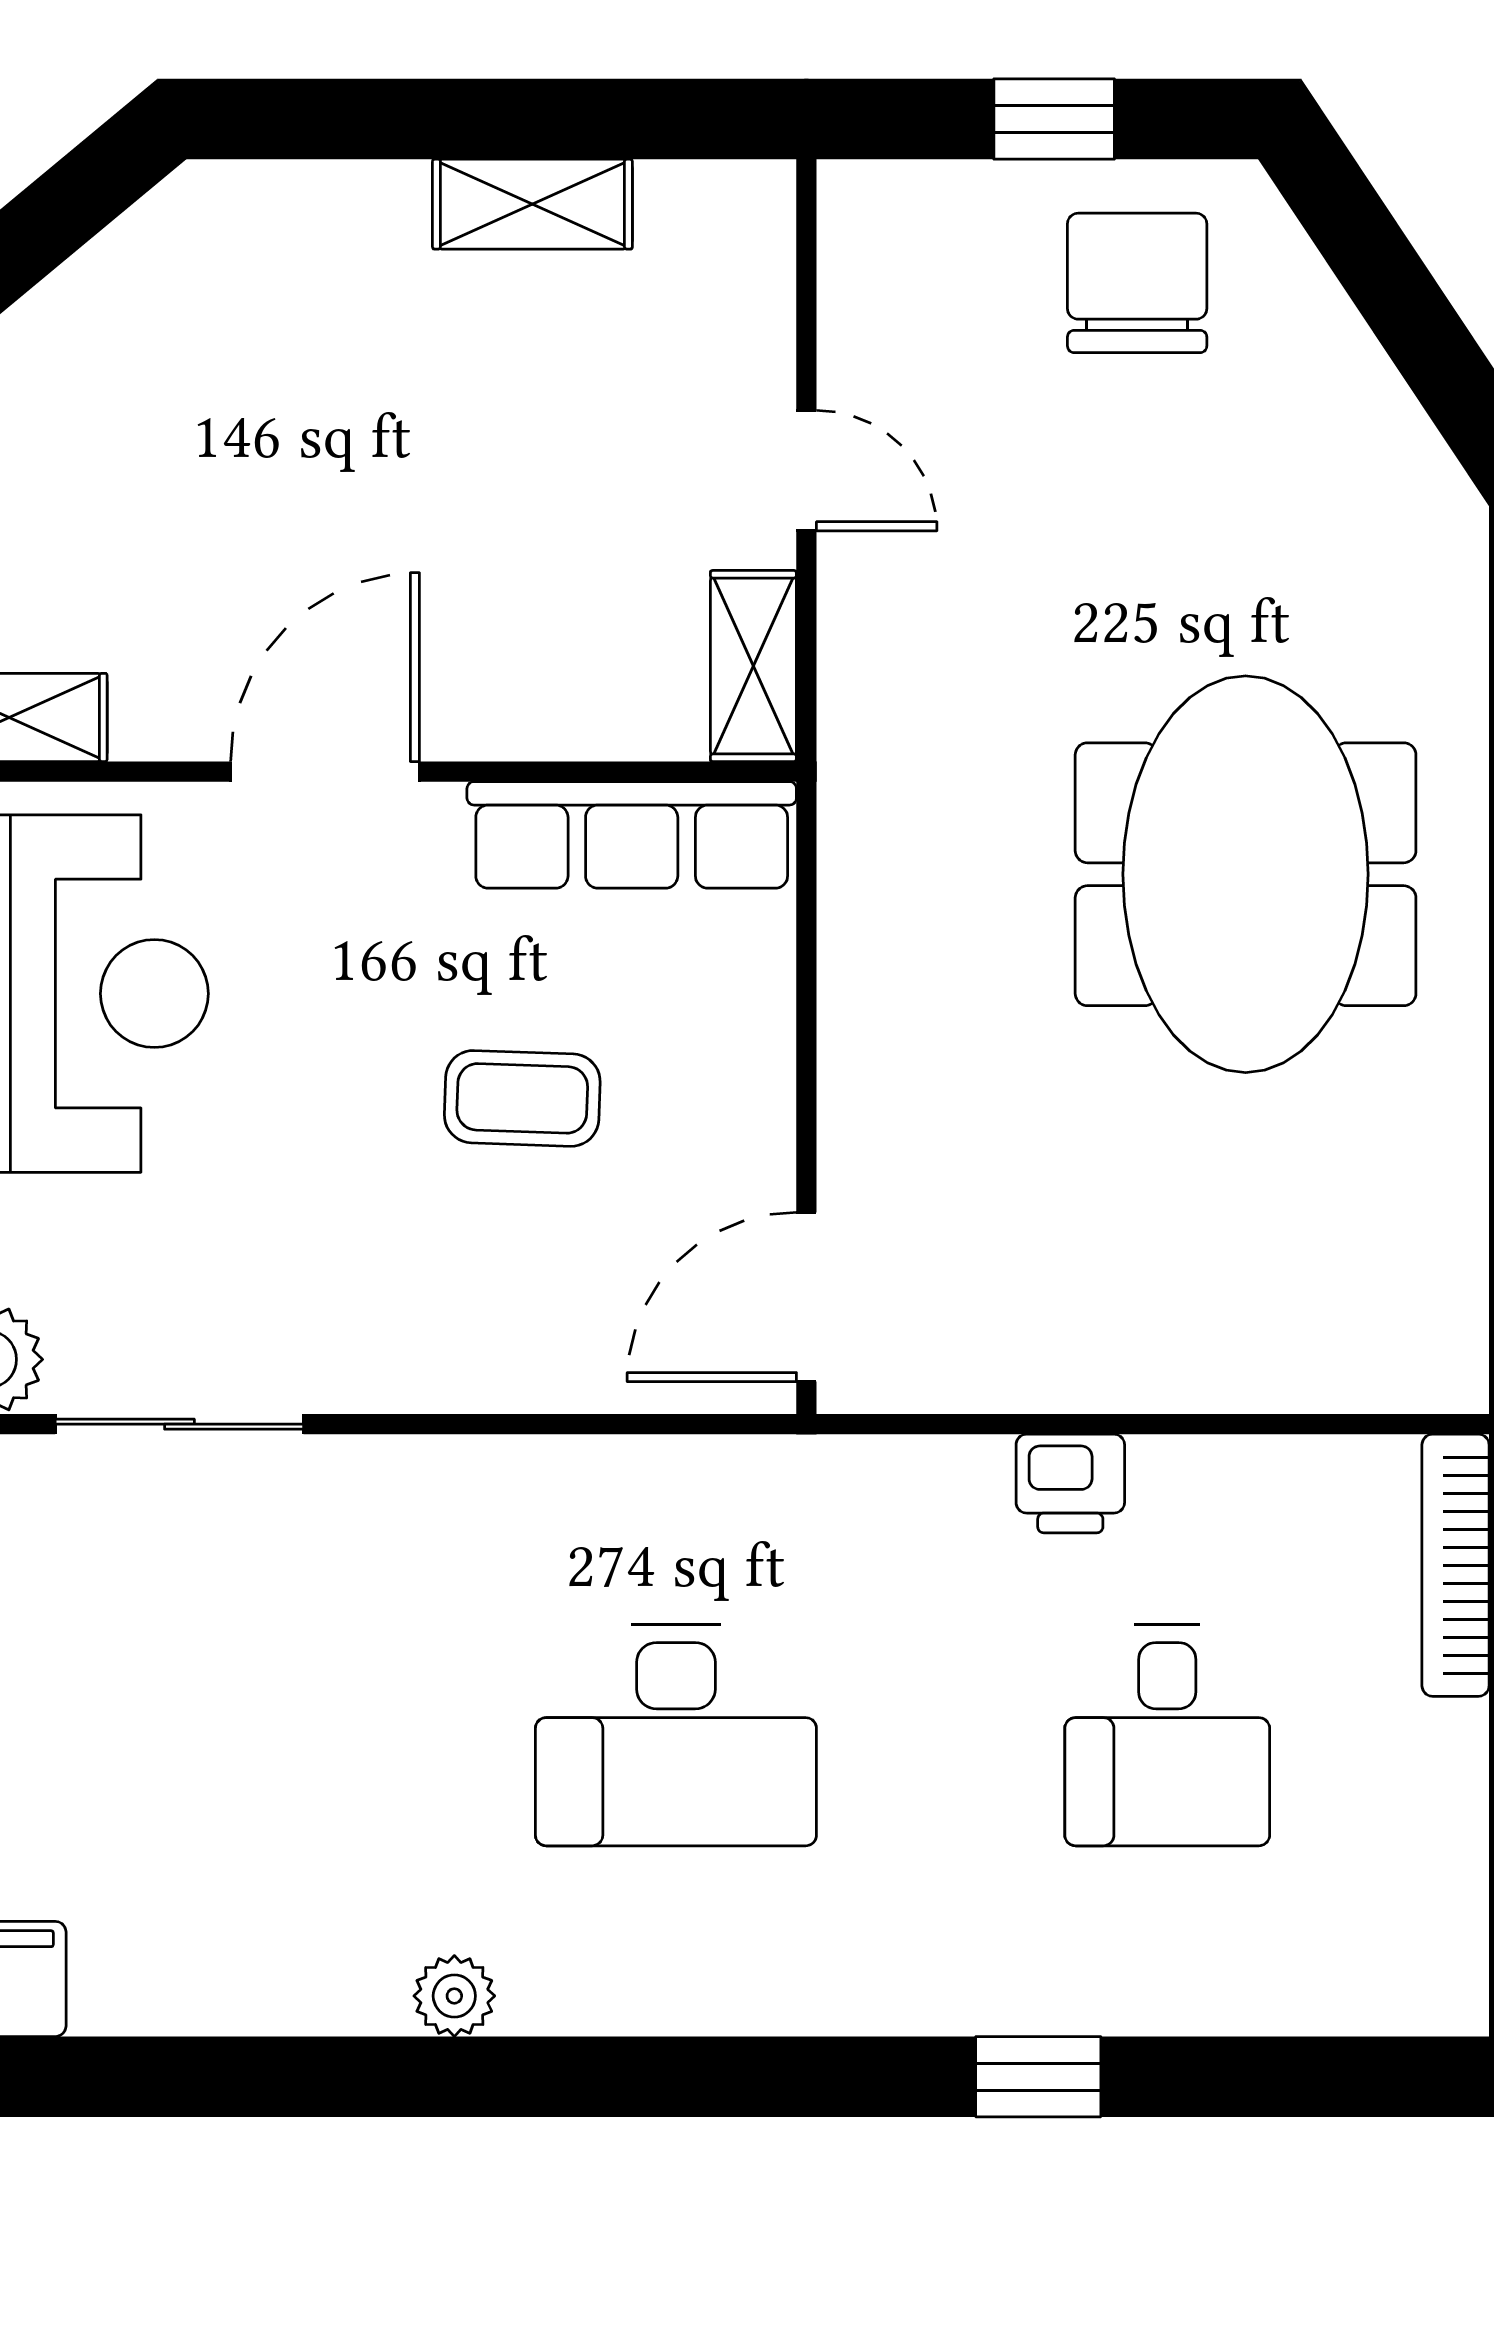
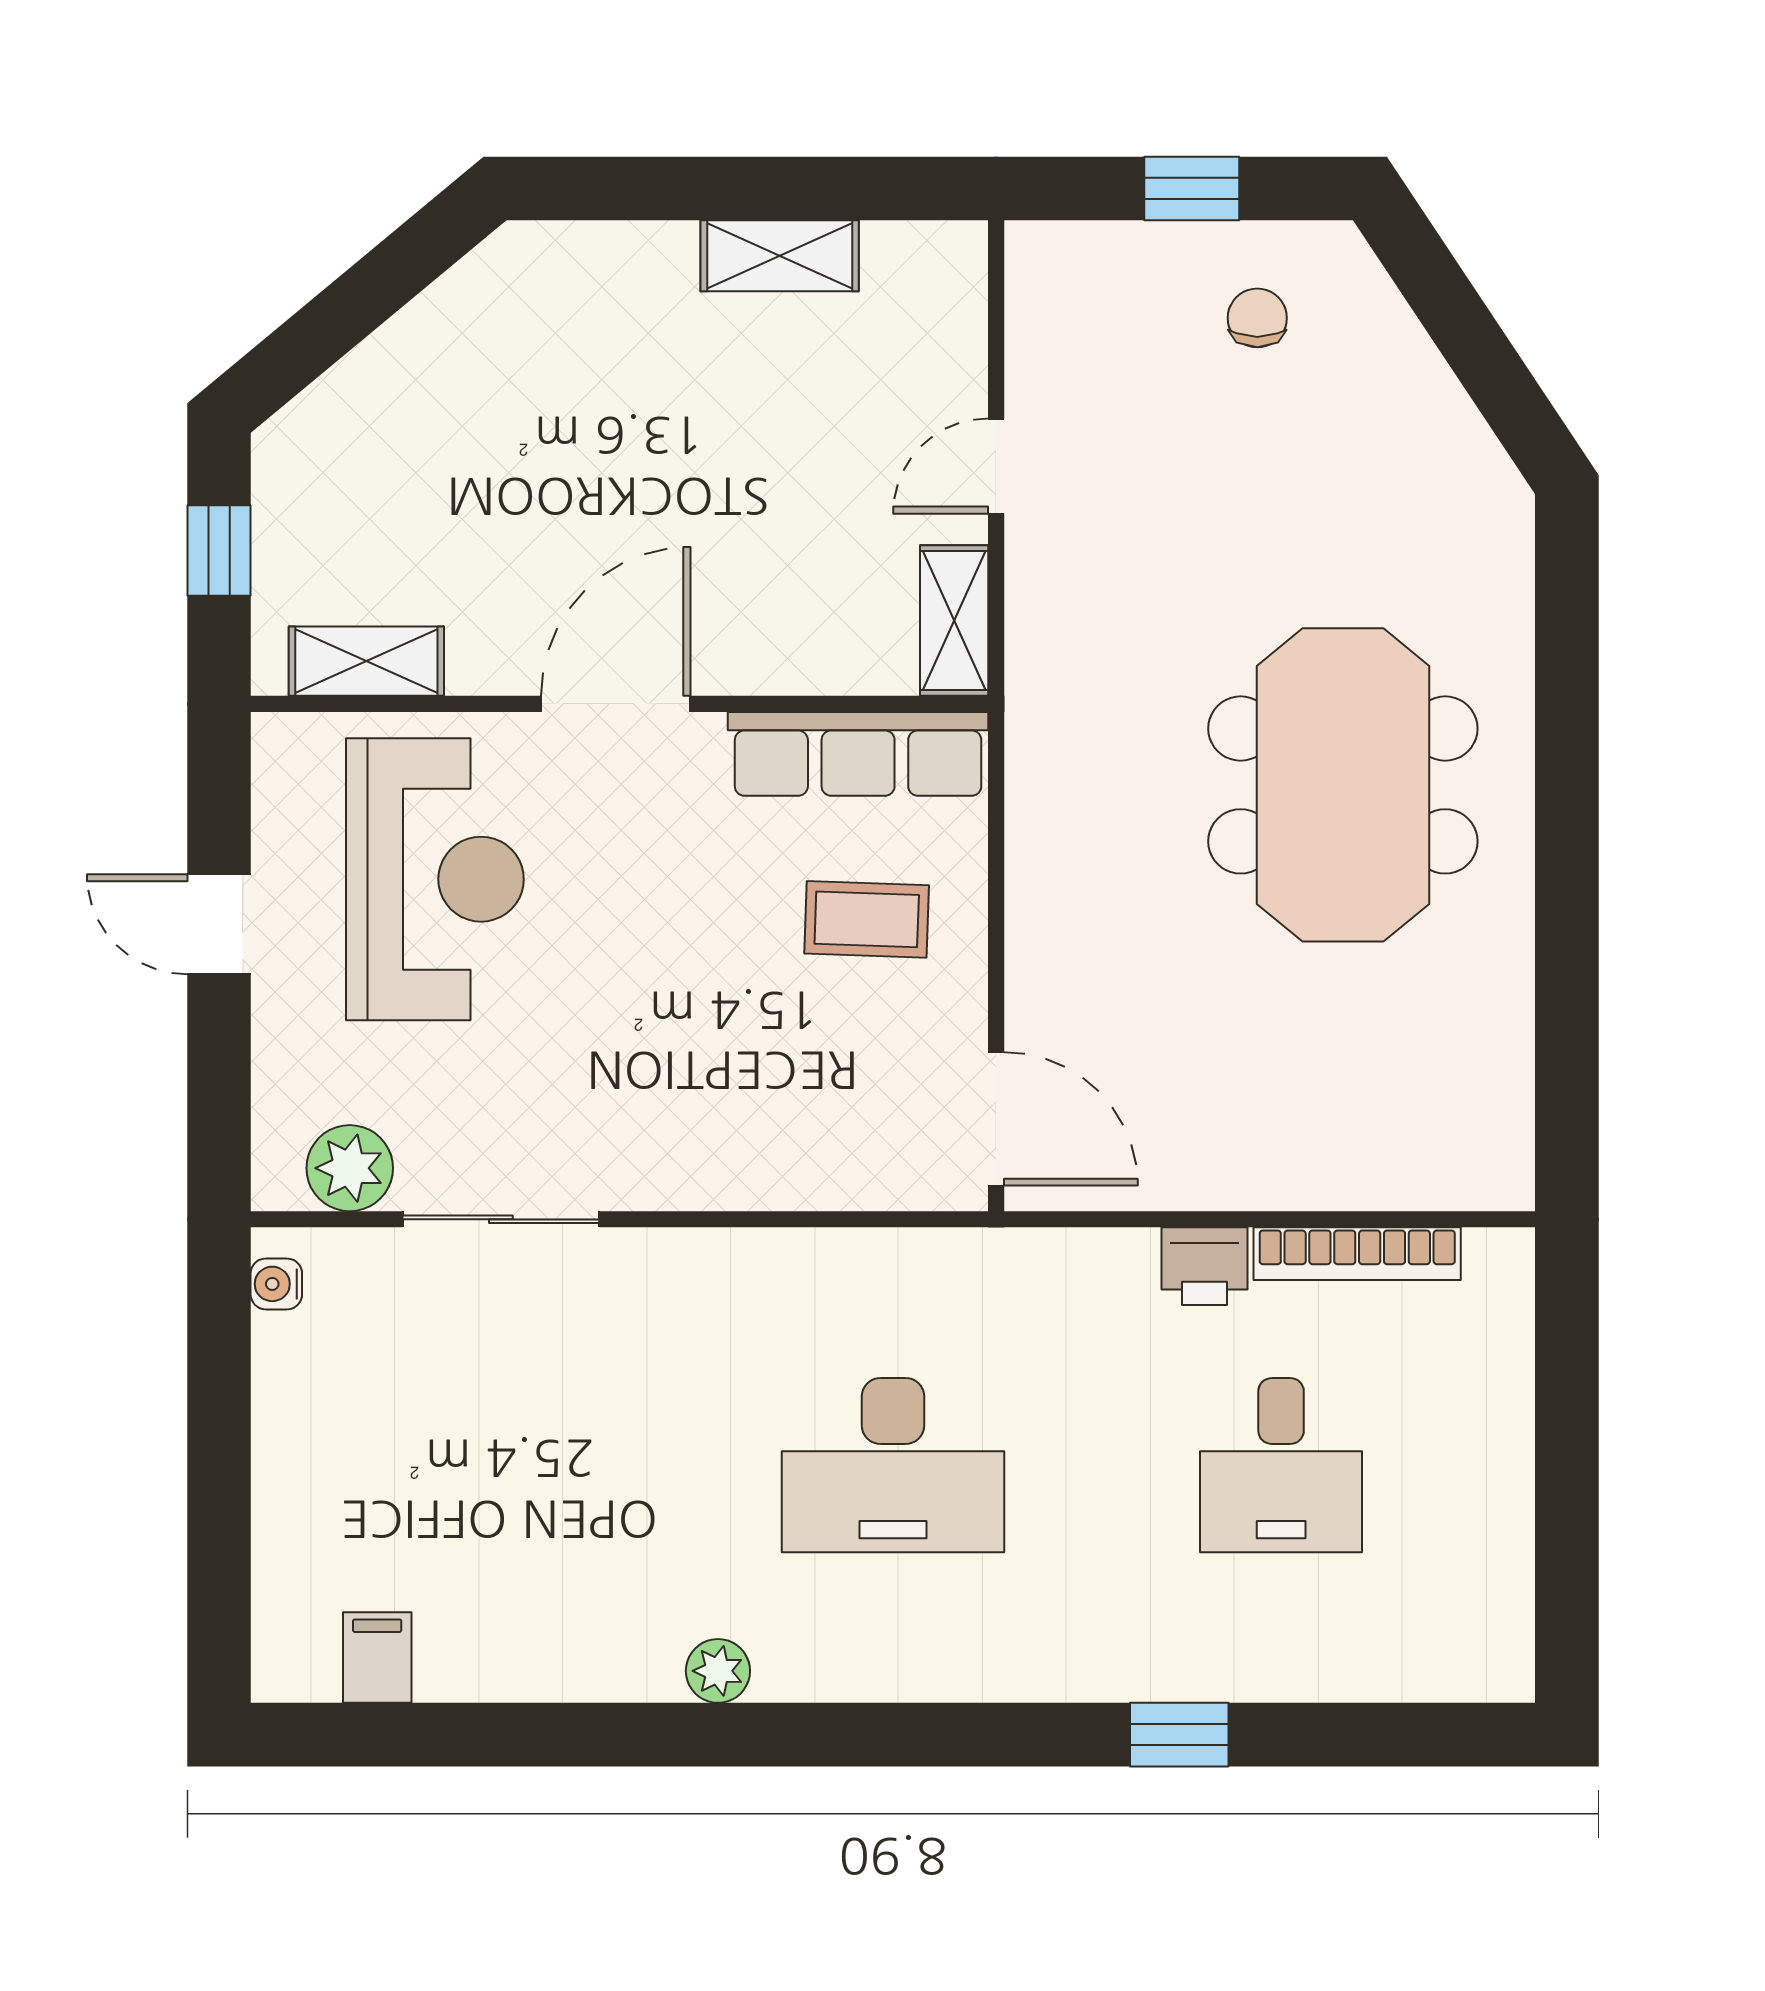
chair: (1137, 283) -> (1257, 318), width x0.54, depth x0.54
door: (806, 471) -> (996, 466), swing flipped
coffee table: (522, 1098) -> (867, 919), moved
door: (806, 1297) -> (996, 1119), swing flipped
bookcase: (1456, 1565) -> (1357, 1254), moved, turned -90

